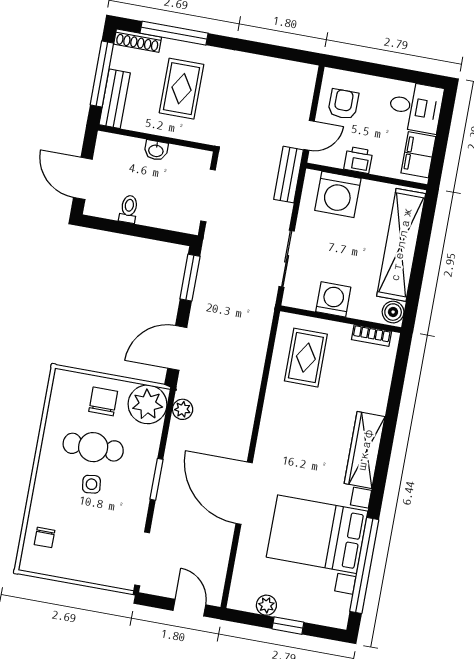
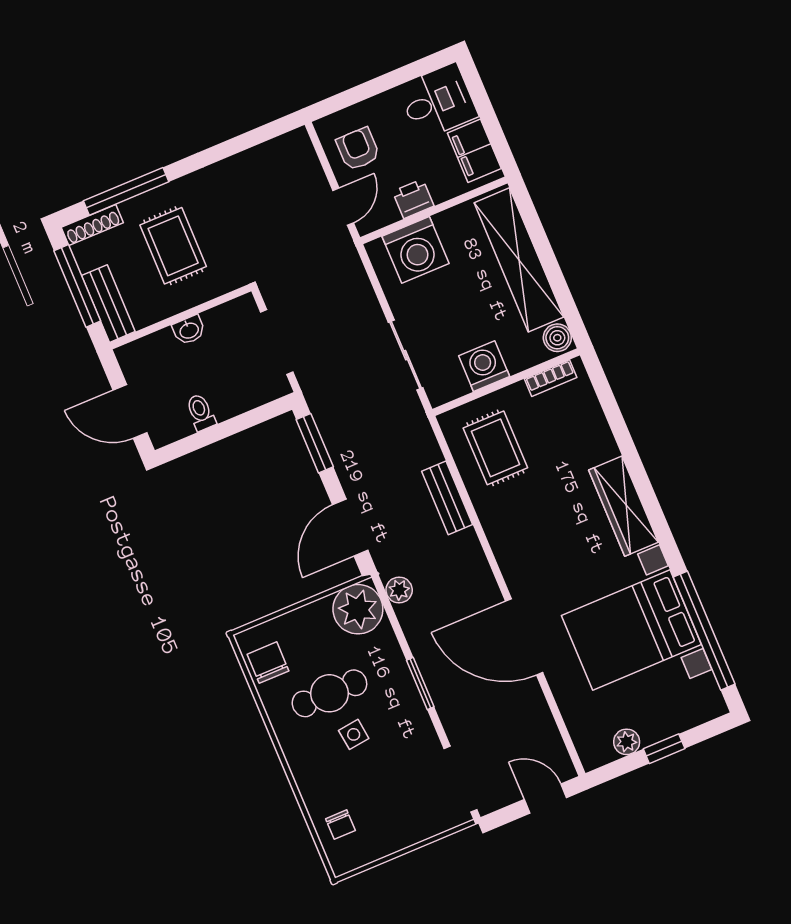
bench: (288, 175) -> (447, 498), moved
chair: (103, 401) -> (268, 663), moved

